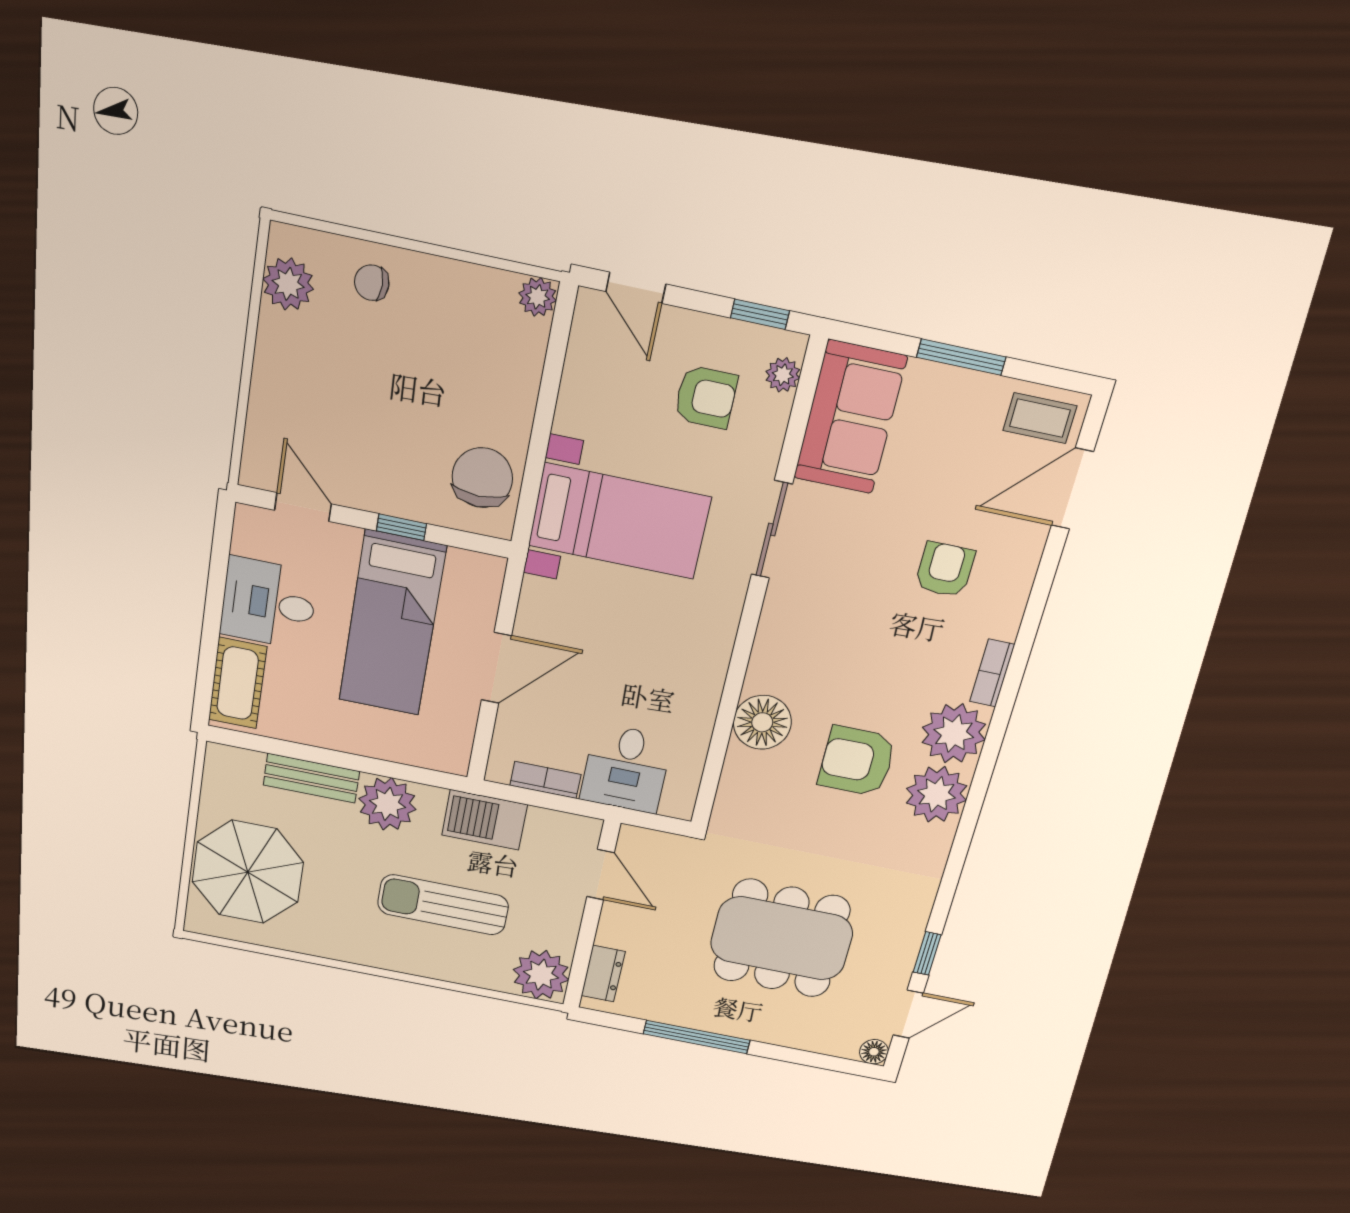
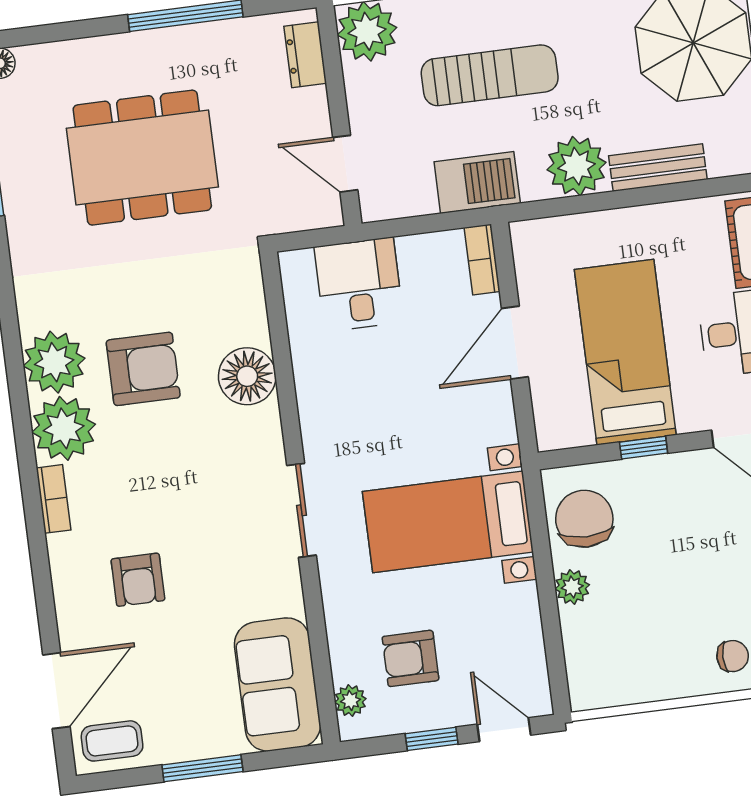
plant: (538, 297) -> (572, 587), moved
window: (760, 314) -> (432, 739), moved
chair: (482, 478) -> (584, 519), turned 180
sliding door: (772, 530) -> (302, 510), moved
bookcase: (545, 780) -> (482, 260), moved, turned 90

